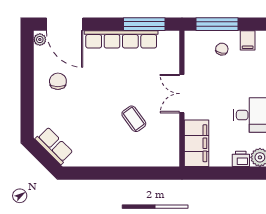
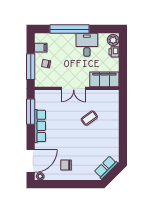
row of seats: (121, 39) -> (40, 126), width x0.73

